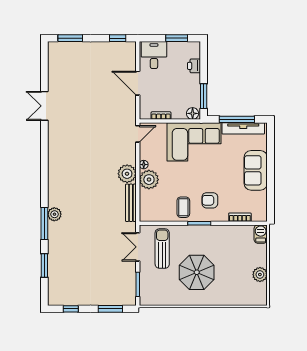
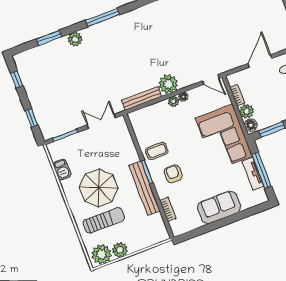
plant: (179, 113) -> (246, 111), added
tv unit: (243, 128) -> (253, 174), width x0.71
plant: (149, 180) -> (173, 101), width x0.53, depth x0.53
plant: (54, 214) -> (75, 39), moved
window: (44, 224) -> (103, 17), moved
bench: (213, 231) -> (144, 188), added
barbecue: (261, 234) -> (62, 170), moved, turned 90
sun lounger: (162, 249) -> (104, 220), moved
plant: (258, 293) -> (102, 254), added
window: (110, 309) -> (31, 118), width x0.67

